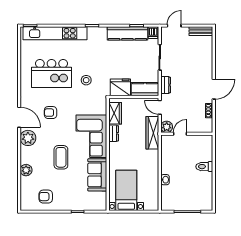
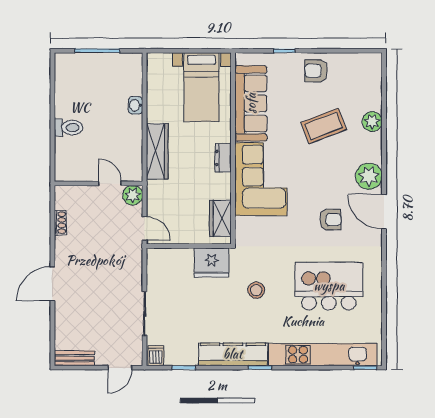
kitchen counter: (127, 33) -> (233, 354), moved
stool: (86, 80) -> (256, 290), moved
dresser: (166, 85) -> (134, 267), removed
kitchen counter: (145, 89) -> (170, 259), removed
door: (214, 89) -> (52, 284), moved
dresser: (114, 133) -> (223, 158), moved
wardrobe: (152, 133) -> (157, 151), moved
door: (180, 134) -> (110, 183), swing flipped
coffee table: (61, 157) -> (324, 126), moved, turned 69
sofa: (97, 175) -> (251, 103), width x1.36
armchair: (46, 197) -> (316, 71), moved, turned 180

